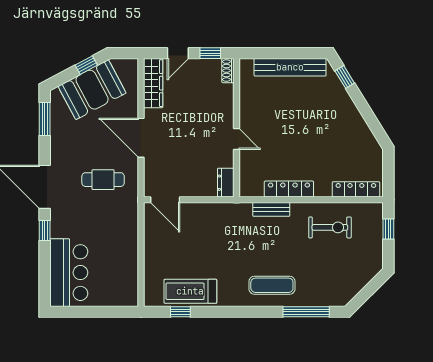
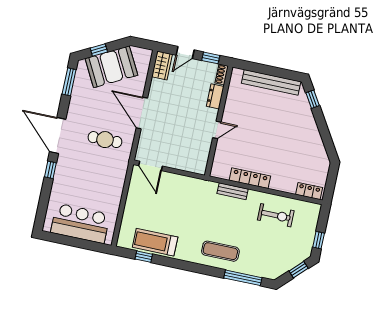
window: (86, 65) -> (99, 50), moved
wardrobe: (153, 83) -> (162, 65), width x0.67
door: (236, 139) -> (217, 130), hinge flipped
dresser: (226, 183) -> (215, 96), moved
locker: (356, 189) -> (309, 191), width x0.66
window: (388, 229) -> (319, 240), moved
bar counter: (69, 273) -> (80, 223), moved, turned -90
window: (372, 287) -> (299, 270), added

